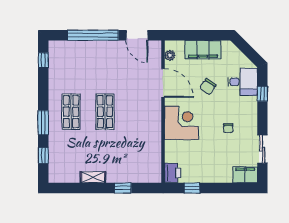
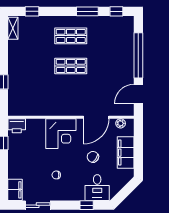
window: (43, 123) -> (87, 11), moved
shelving: (93, 177) -> (13, 28), moved

